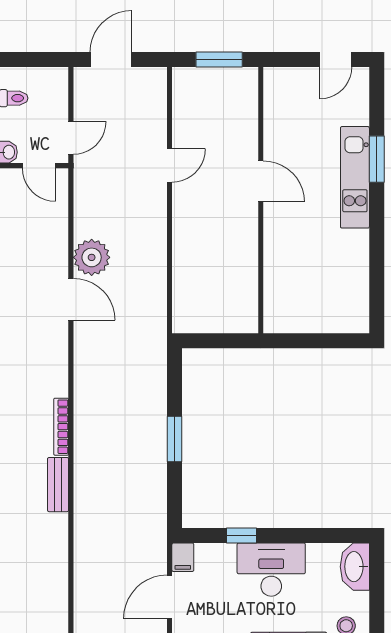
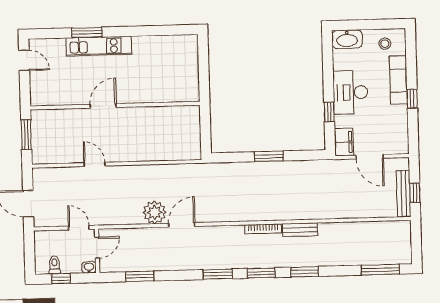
filing cabinet: (183, 557) -> (344, 142), width x2.00

